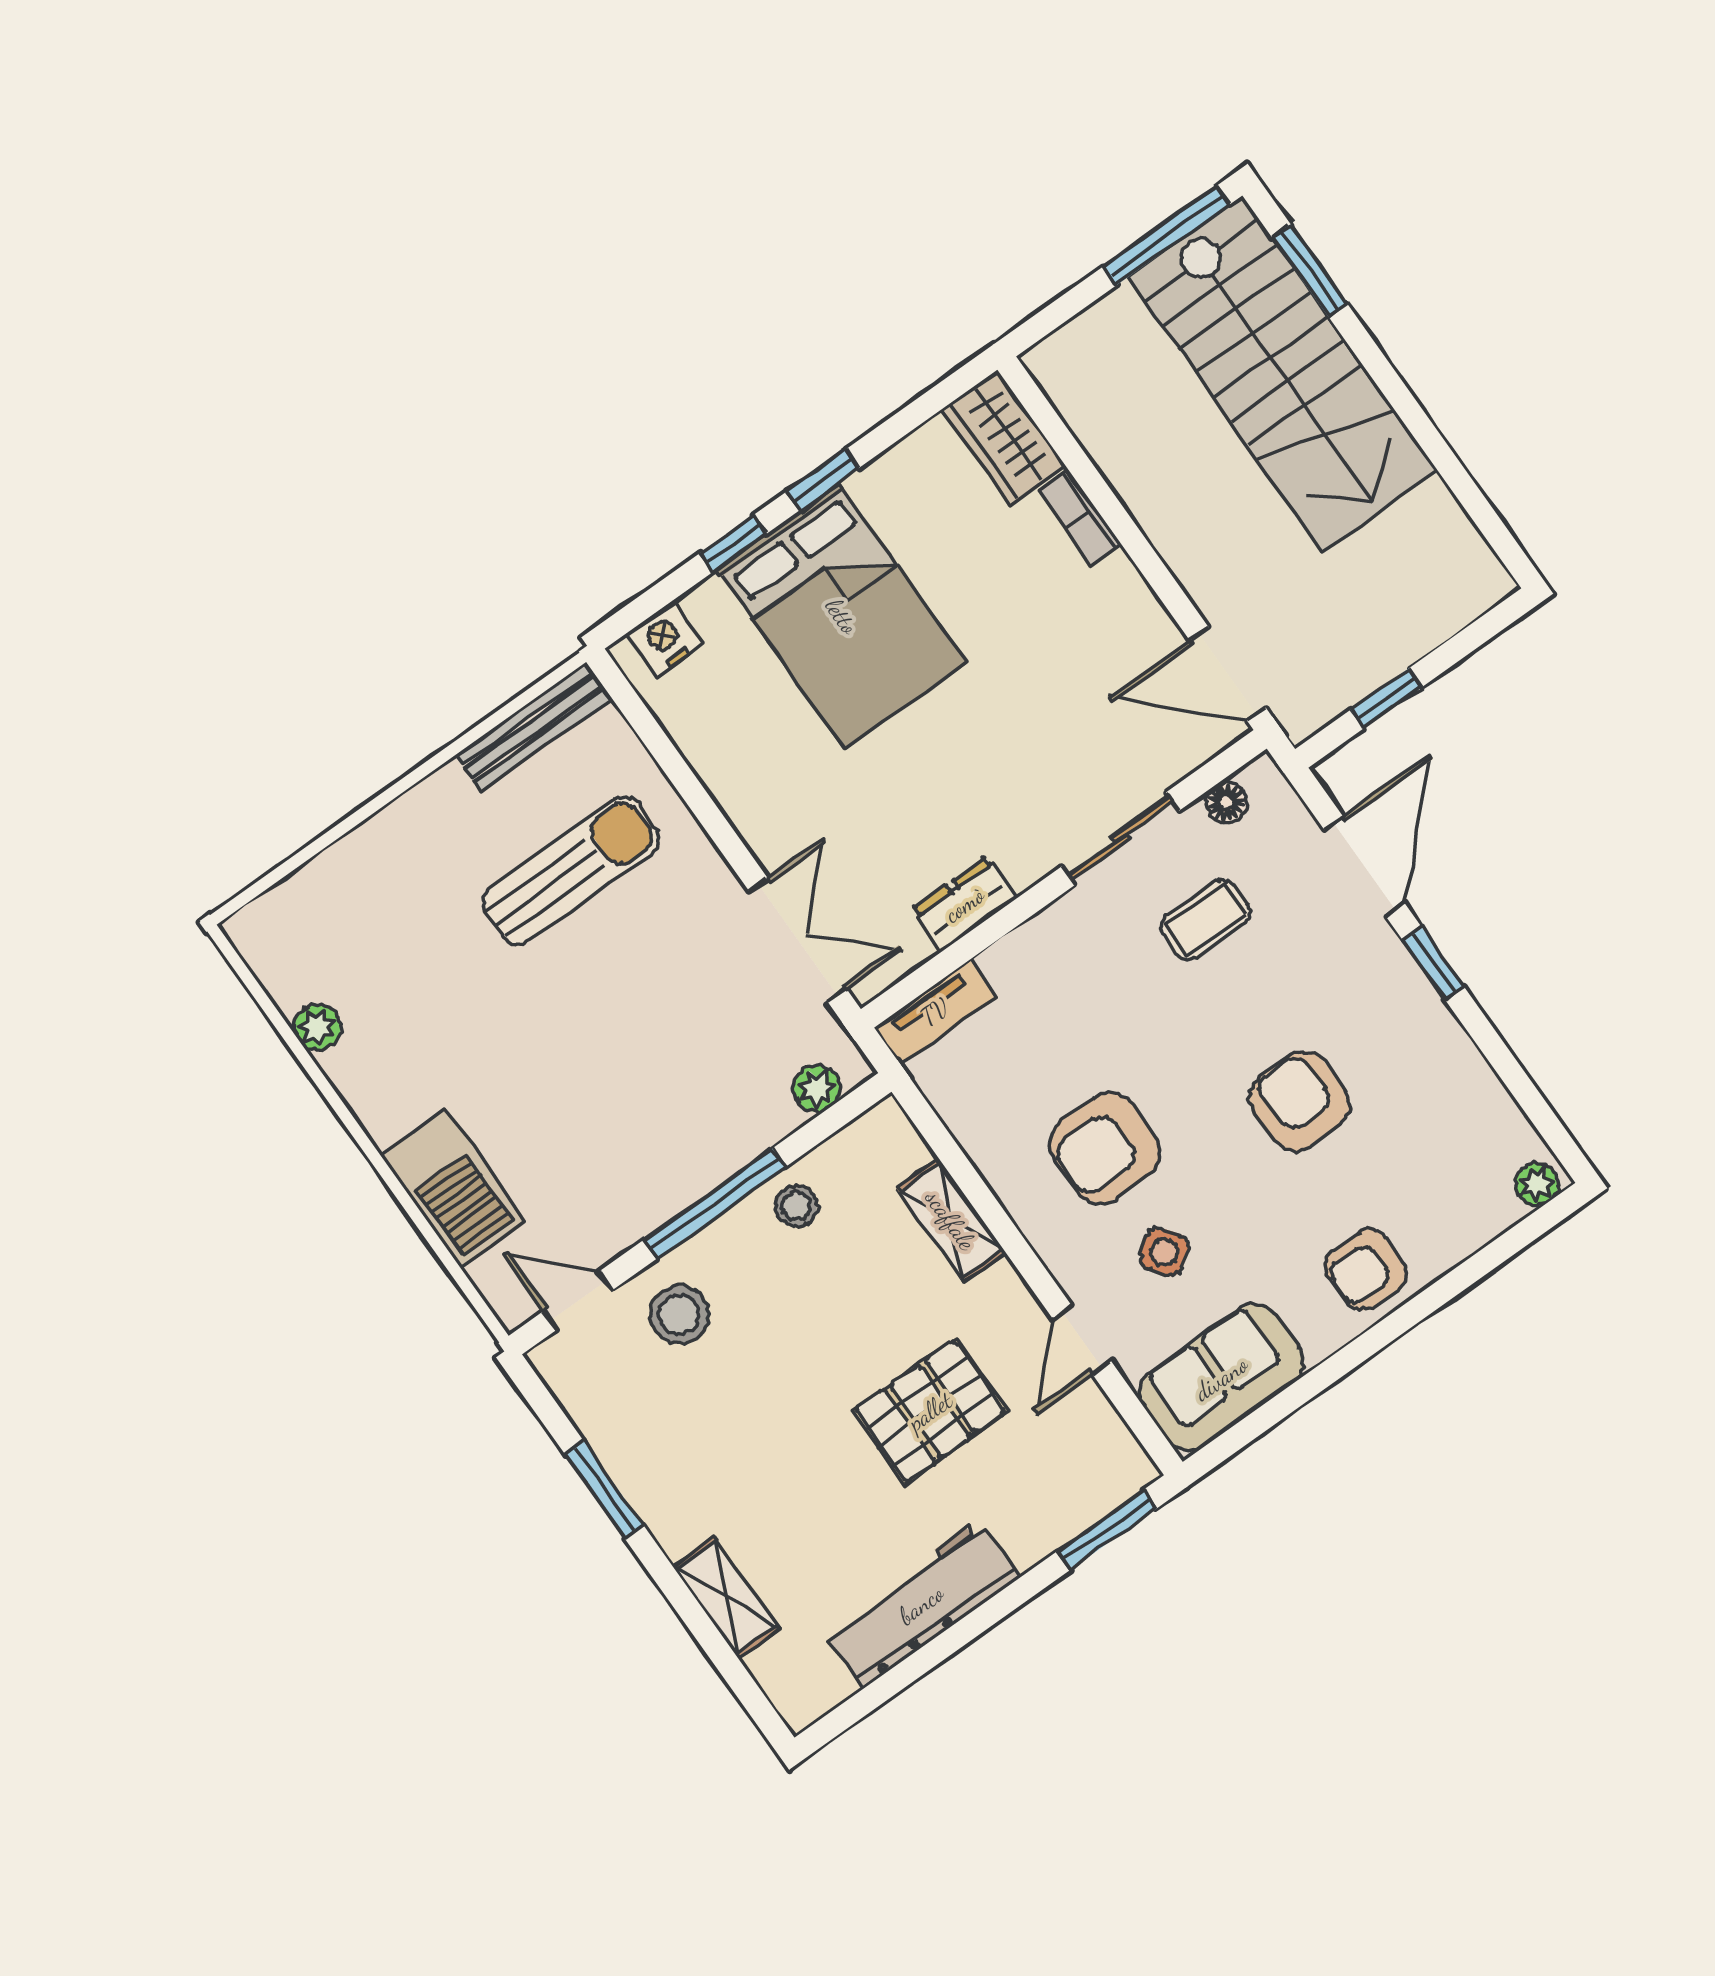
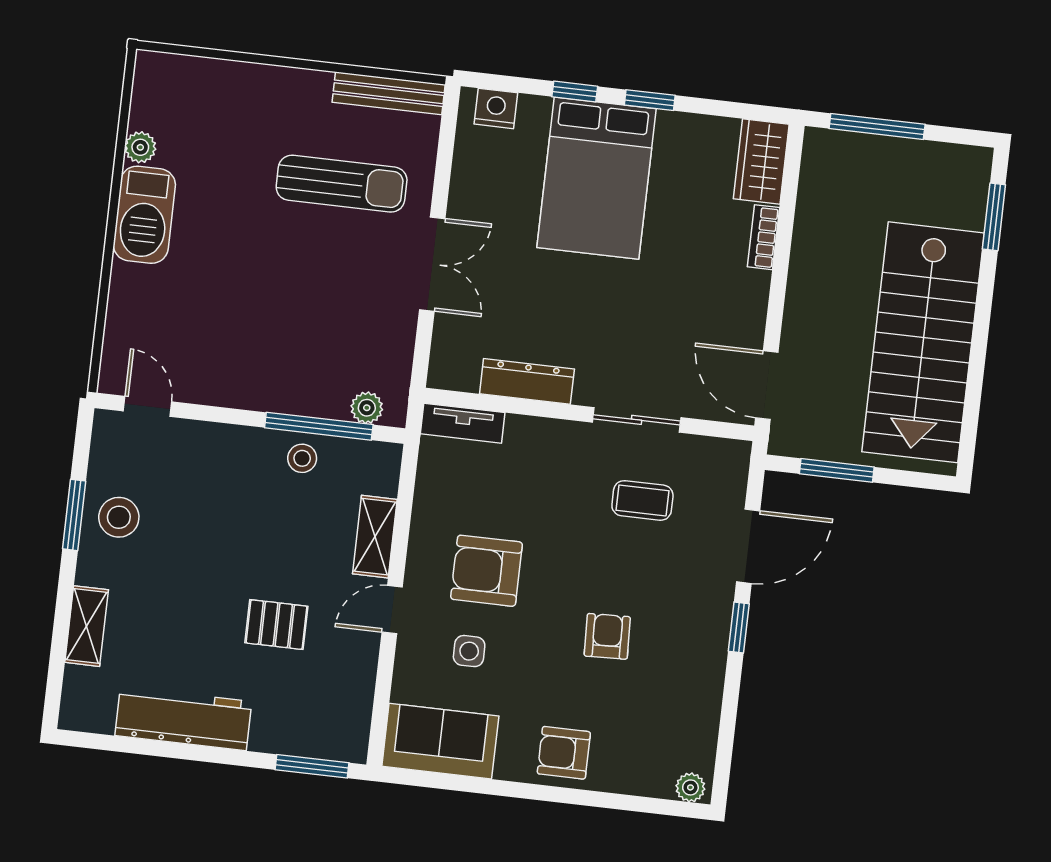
window: (1167, 235) -> (877, 126), moved
stairs: (1283, 374) -> (923, 342), moved
window: (1386, 698) -> (837, 470), width x1.50
floor lamp: (1226, 802) -> (707, 450), removed
dresser: (964, 904) -> (527, 381), width x1.44
double door: (798, 940) -> (432, 264), moved
armchair: (1300, 1101) -> (607, 636), width x0.72, depth x0.72
barbecue: (453, 1188) -> (144, 215), moved
window: (715, 1203) -> (319, 426), moved
side table: (1165, 1252) -> (469, 651), turned 36
stool: (679, 1314) -> (119, 517), moved
door: (1082, 1340) -> (392, 610), moved
pallet: (930, 1411) -> (276, 625), width x0.67, depth x0.71

